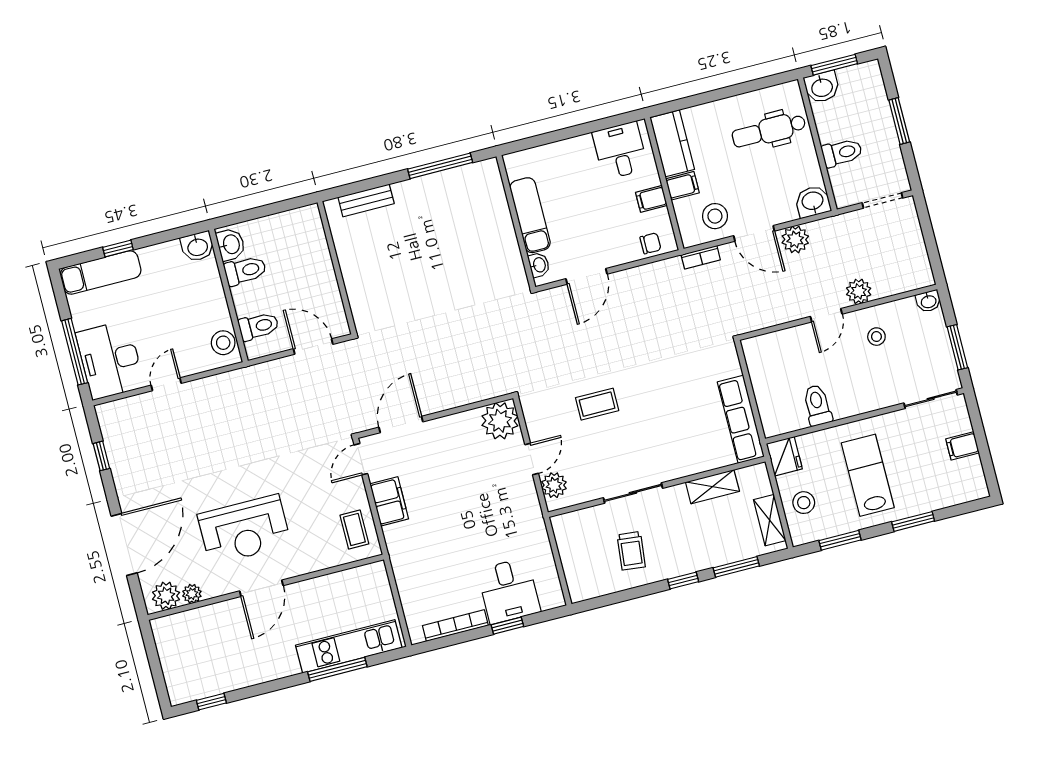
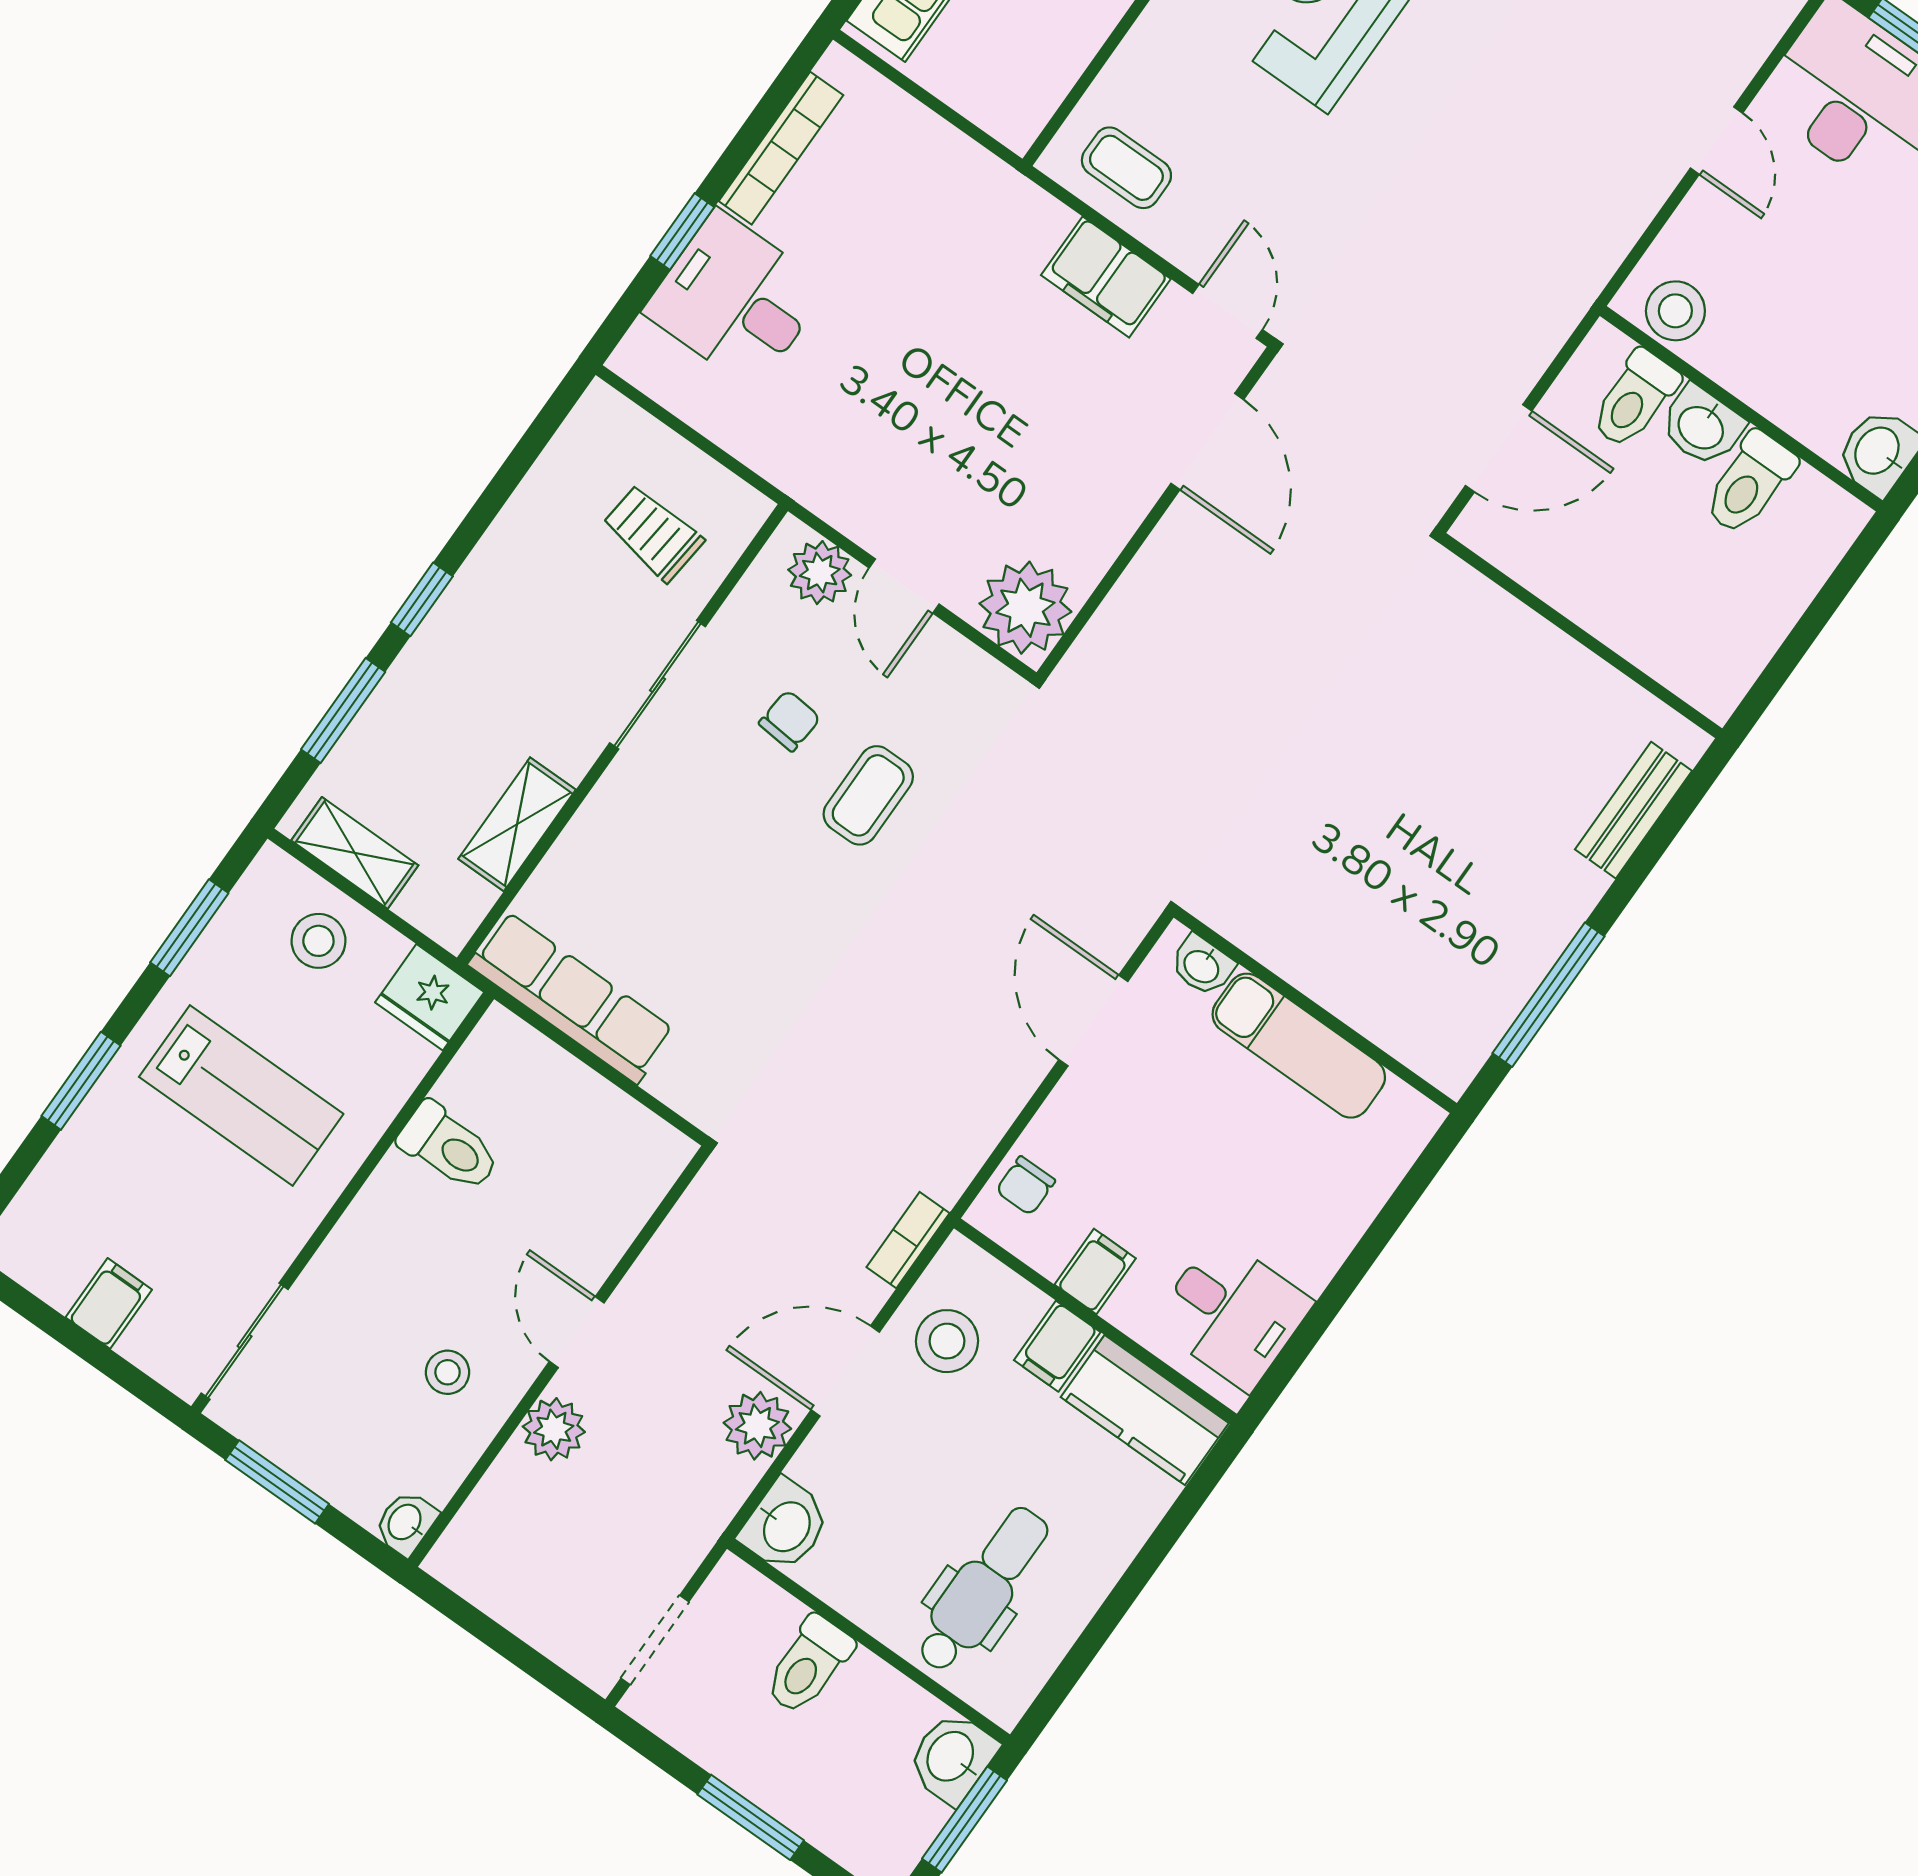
washbasin: (231, 244) -> (1702, 426), moved
chair: (602, 447) -> (790, 721), added
trolley: (631, 551) -> (653, 533), moved

